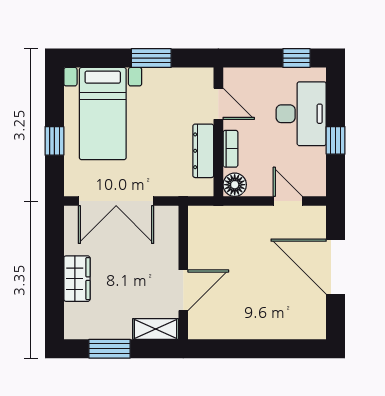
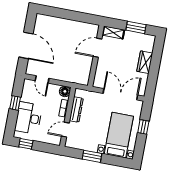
door: (218, 104) -> (65, 130), hinge flipped

